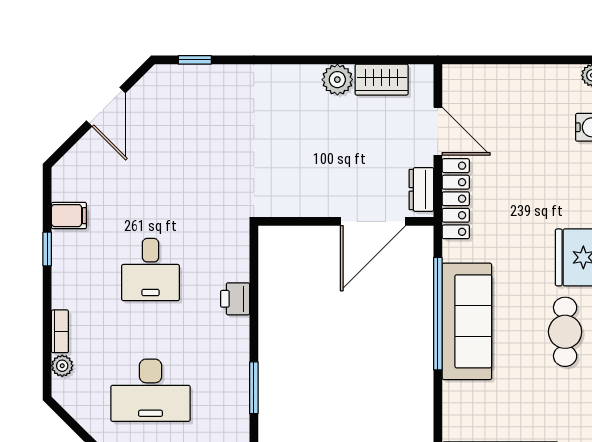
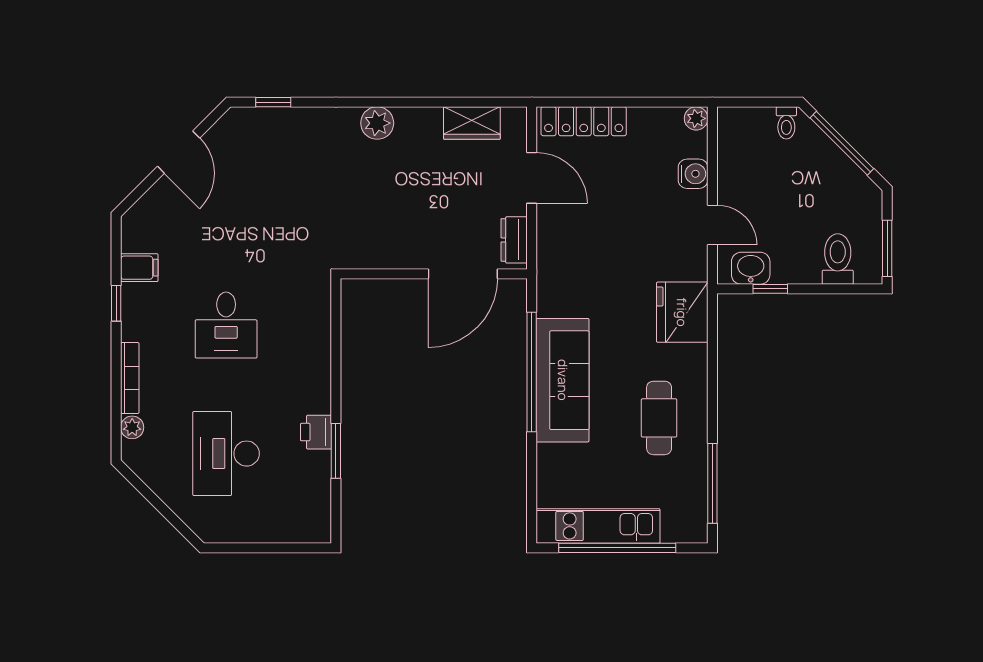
plant: (337, 80) -> (377, 123), moved
locker: (456, 199) -> (584, 121), moved, turned 90
printer: (235, 299) -> (316, 432), moved
bookcase: (60, 331) -> (130, 378), width x1.56
cafe table: (565, 332) -> (659, 418), moved
desk: (150, 390) -> (226, 454), turned 90

